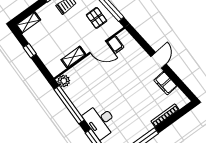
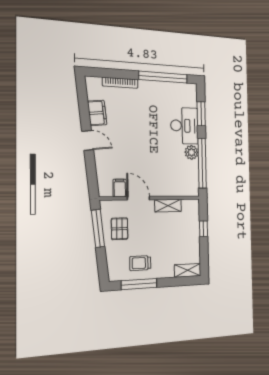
window: (30, 51) -> (203, 229), moved
door: (159, 60) -> (88, 140), swing flipped
plant: (64, 81) -> (191, 152), moved

